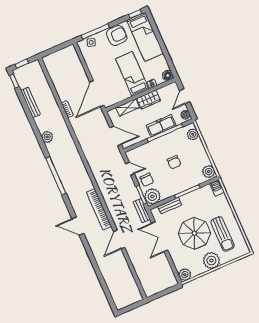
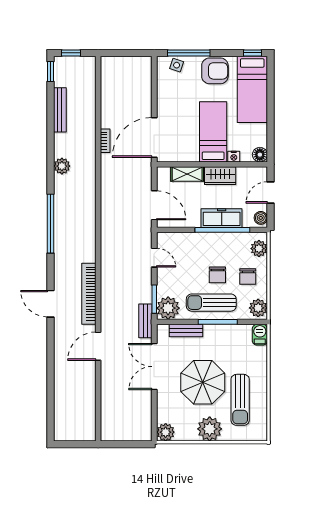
chair: (147, 180) -> (248, 277), moved
sun lounger: (178, 181) -> (211, 303), added

